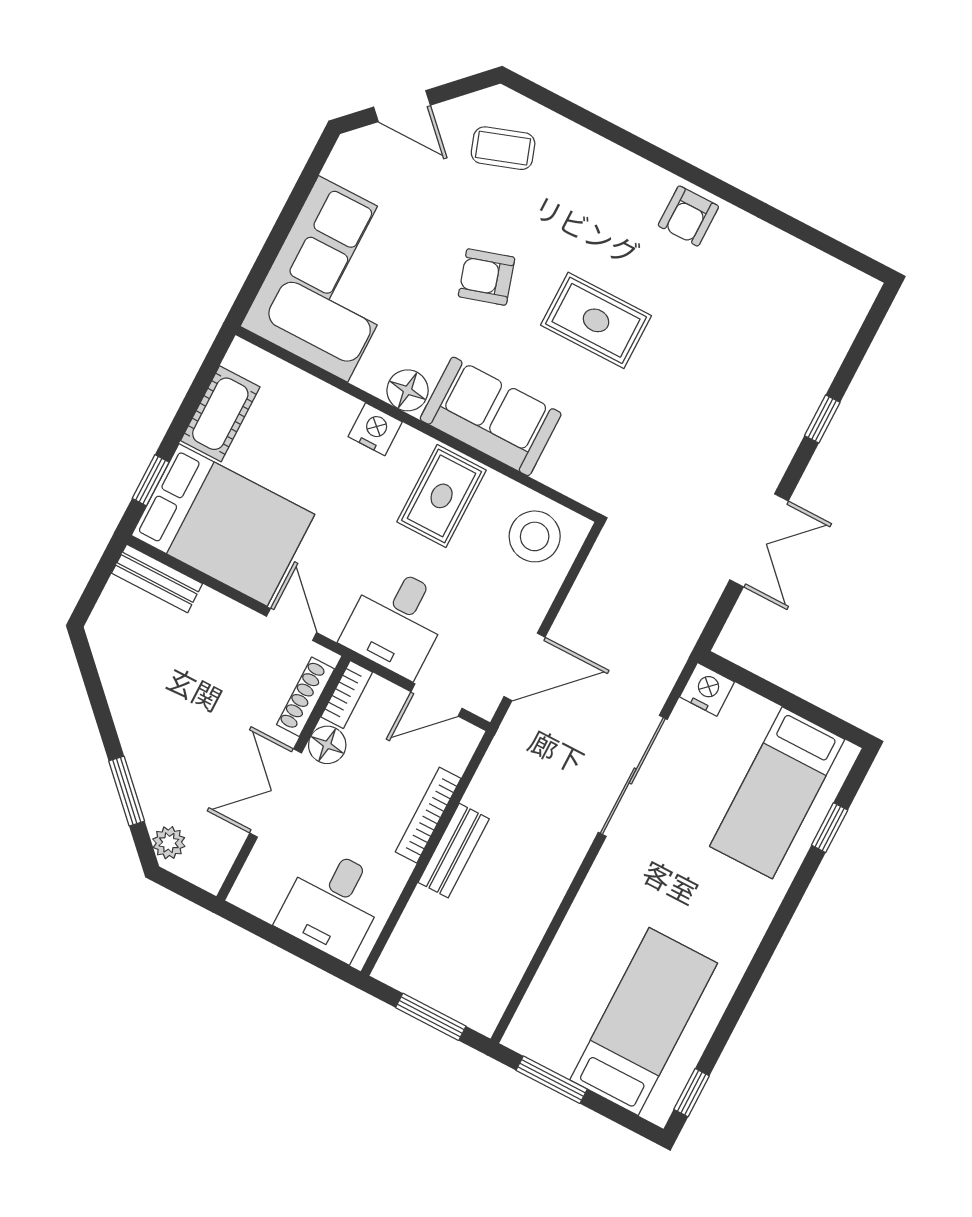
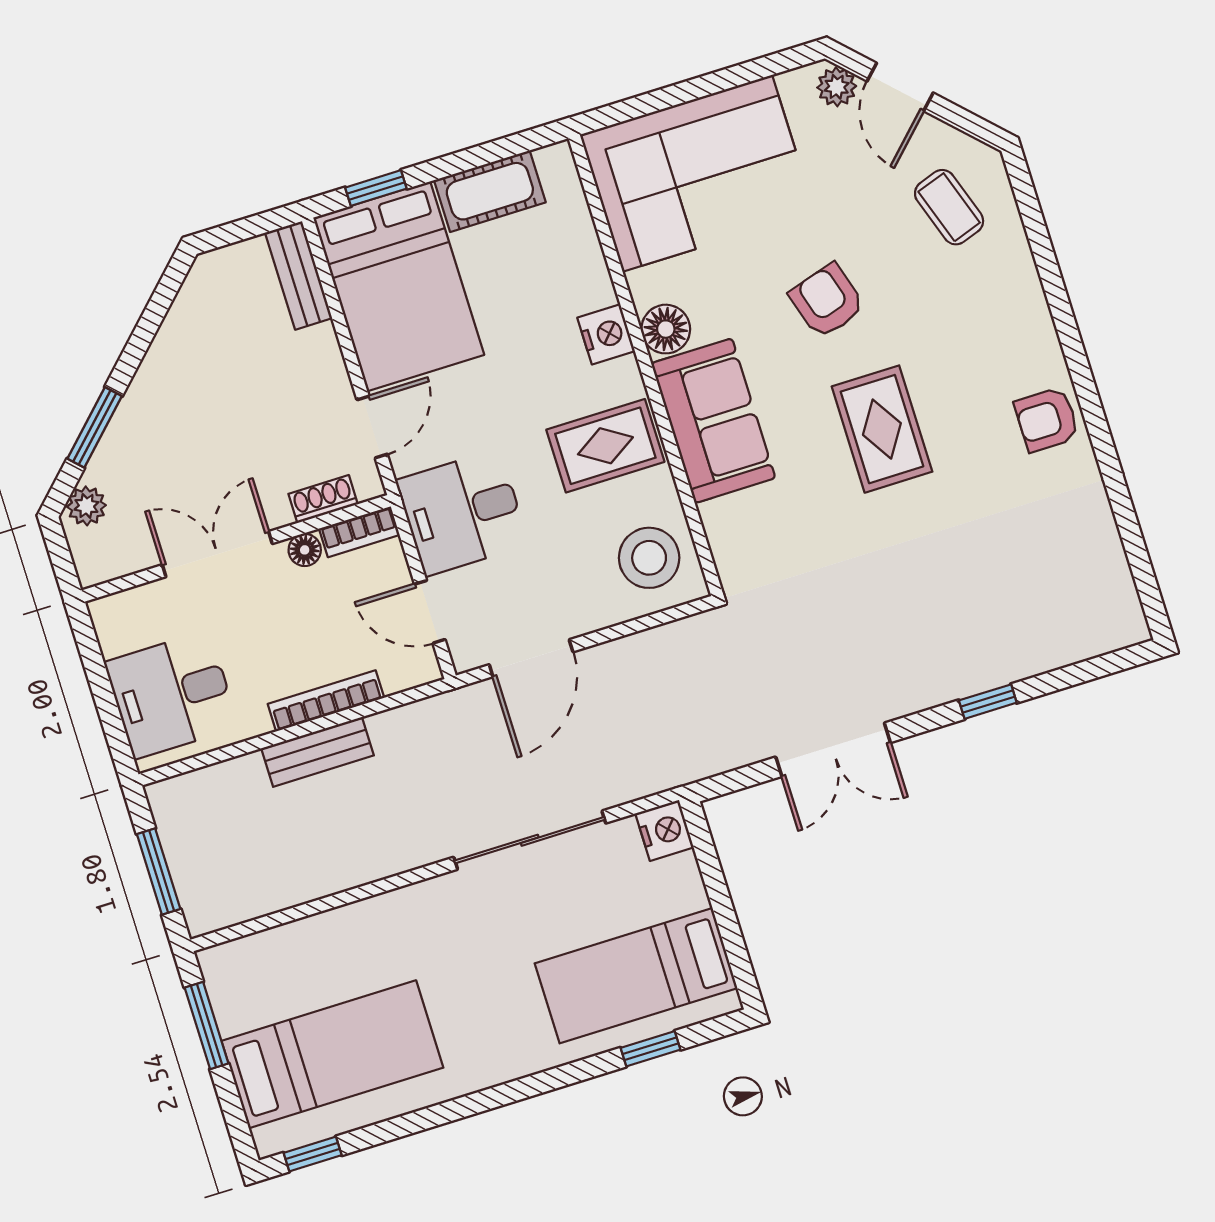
plant: (364, 144) -> (837, 87), added
door: (525, 667) -> (531, 658), hinge flipped
shoe rack: (306, 697) -> (323, 499), width x0.70
floor lamp: (327, 745) -> (305, 550), width x0.73, depth x0.73

